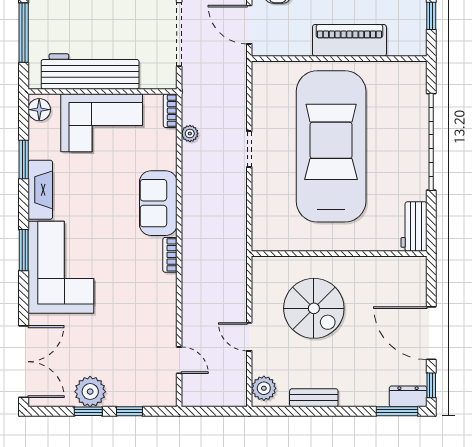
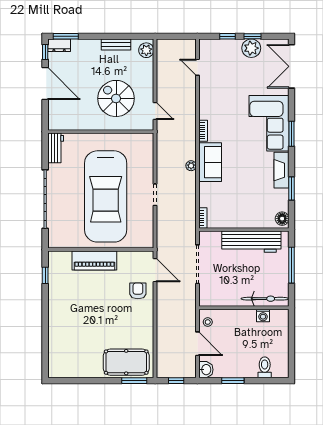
corner sofa: (102, 123) -> (244, 211), removed
plant: (190, 134) -> (191, 166), moved
door: (249, 337) -> (155, 111), moved

